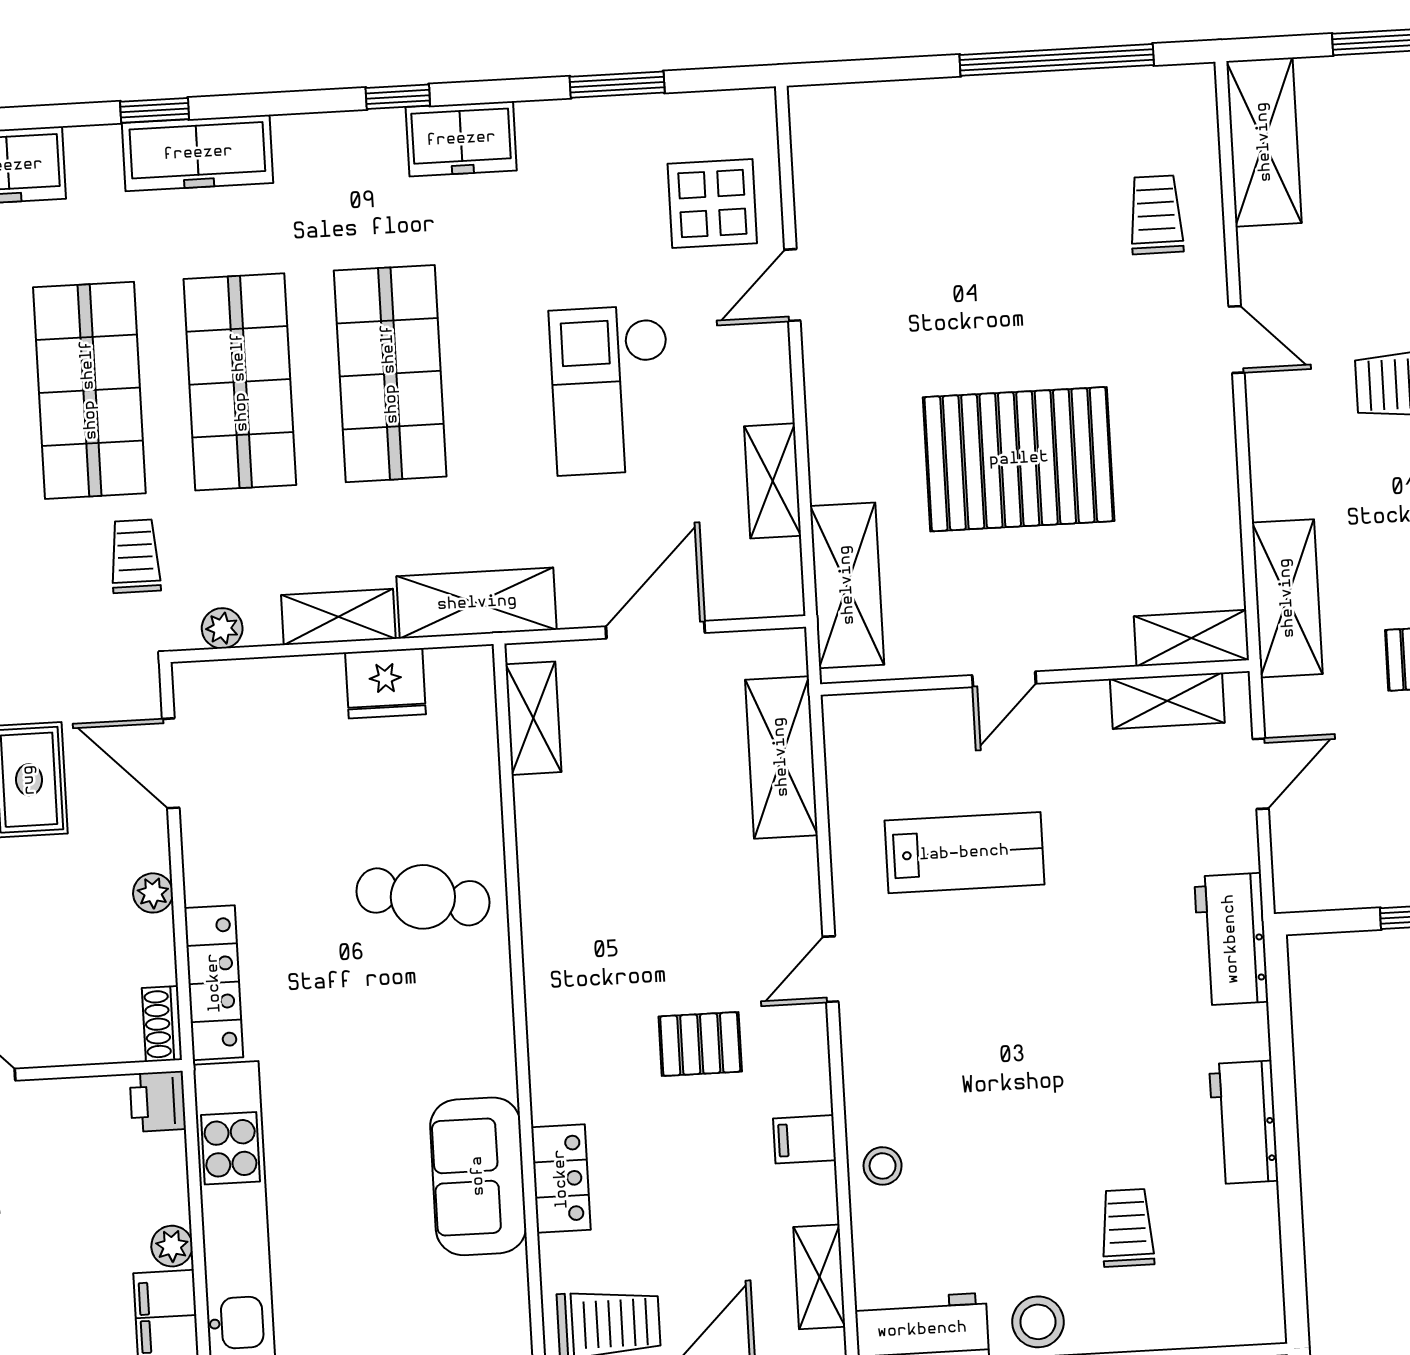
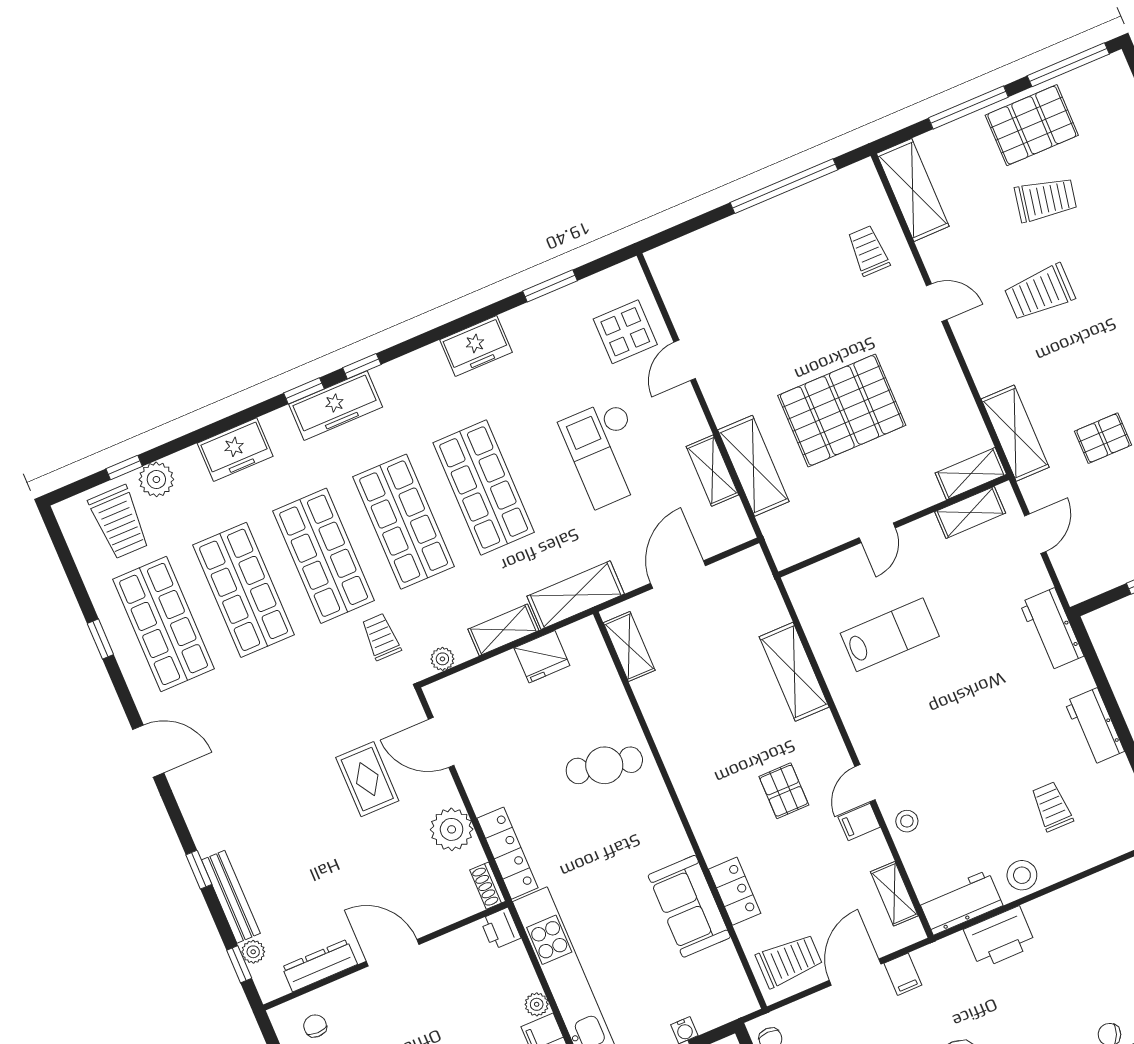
window: (398, 97) -> (362, 366), moved
shelving: (847, 585) -> (753, 466), moved
shelving: (781, 757) -> (794, 672), moved
plant: (153, 893) -> (452, 829), width x1.88, depth x1.88
door: (831, 969) -> (865, 783), moved
pallet: (700, 1044) -> (784, 791), turned 90

